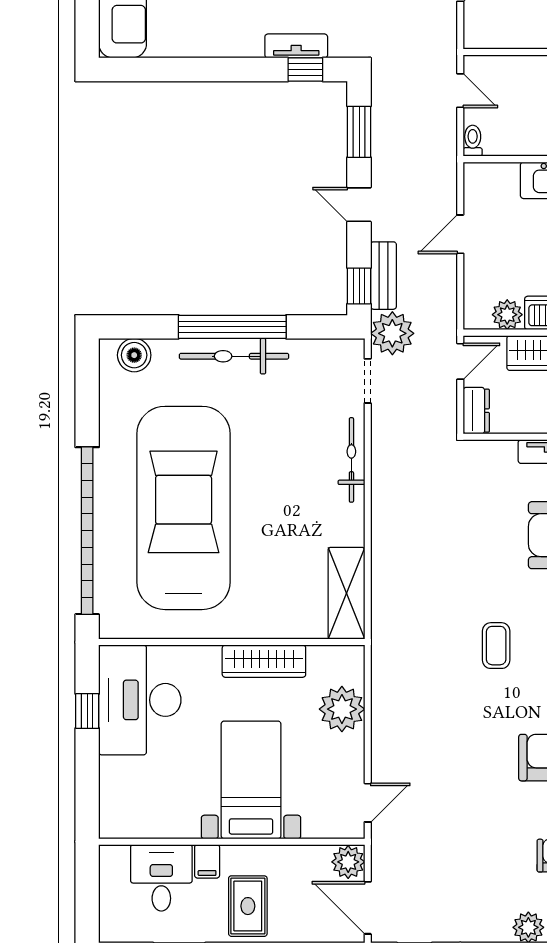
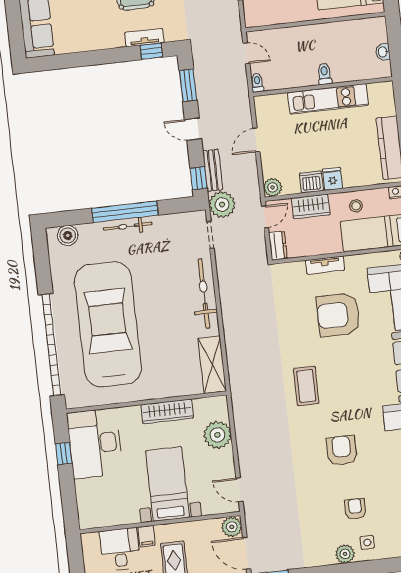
plant: (507, 315) -> (273, 187), moved
bicycle: (234, 356) -> (128, 226), width x0.73, depth x0.71
bicycle: (351, 460) -> (204, 294), width x1.37, depth x1.40
coffee table: (496, 646) -> (306, 386), width x1.36, depth x1.30
door: (368, 803) -> (239, 490), swing flipped

